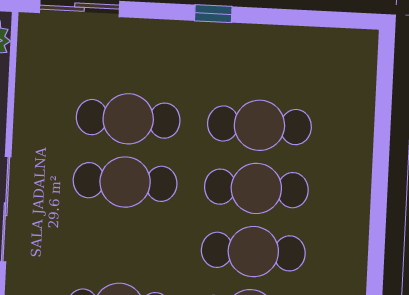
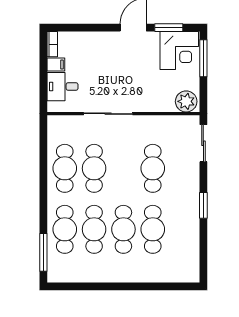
window: (213, 14) -> (203, 205), width x1.50
cafe table: (125, 182) -> (94, 168), moved

